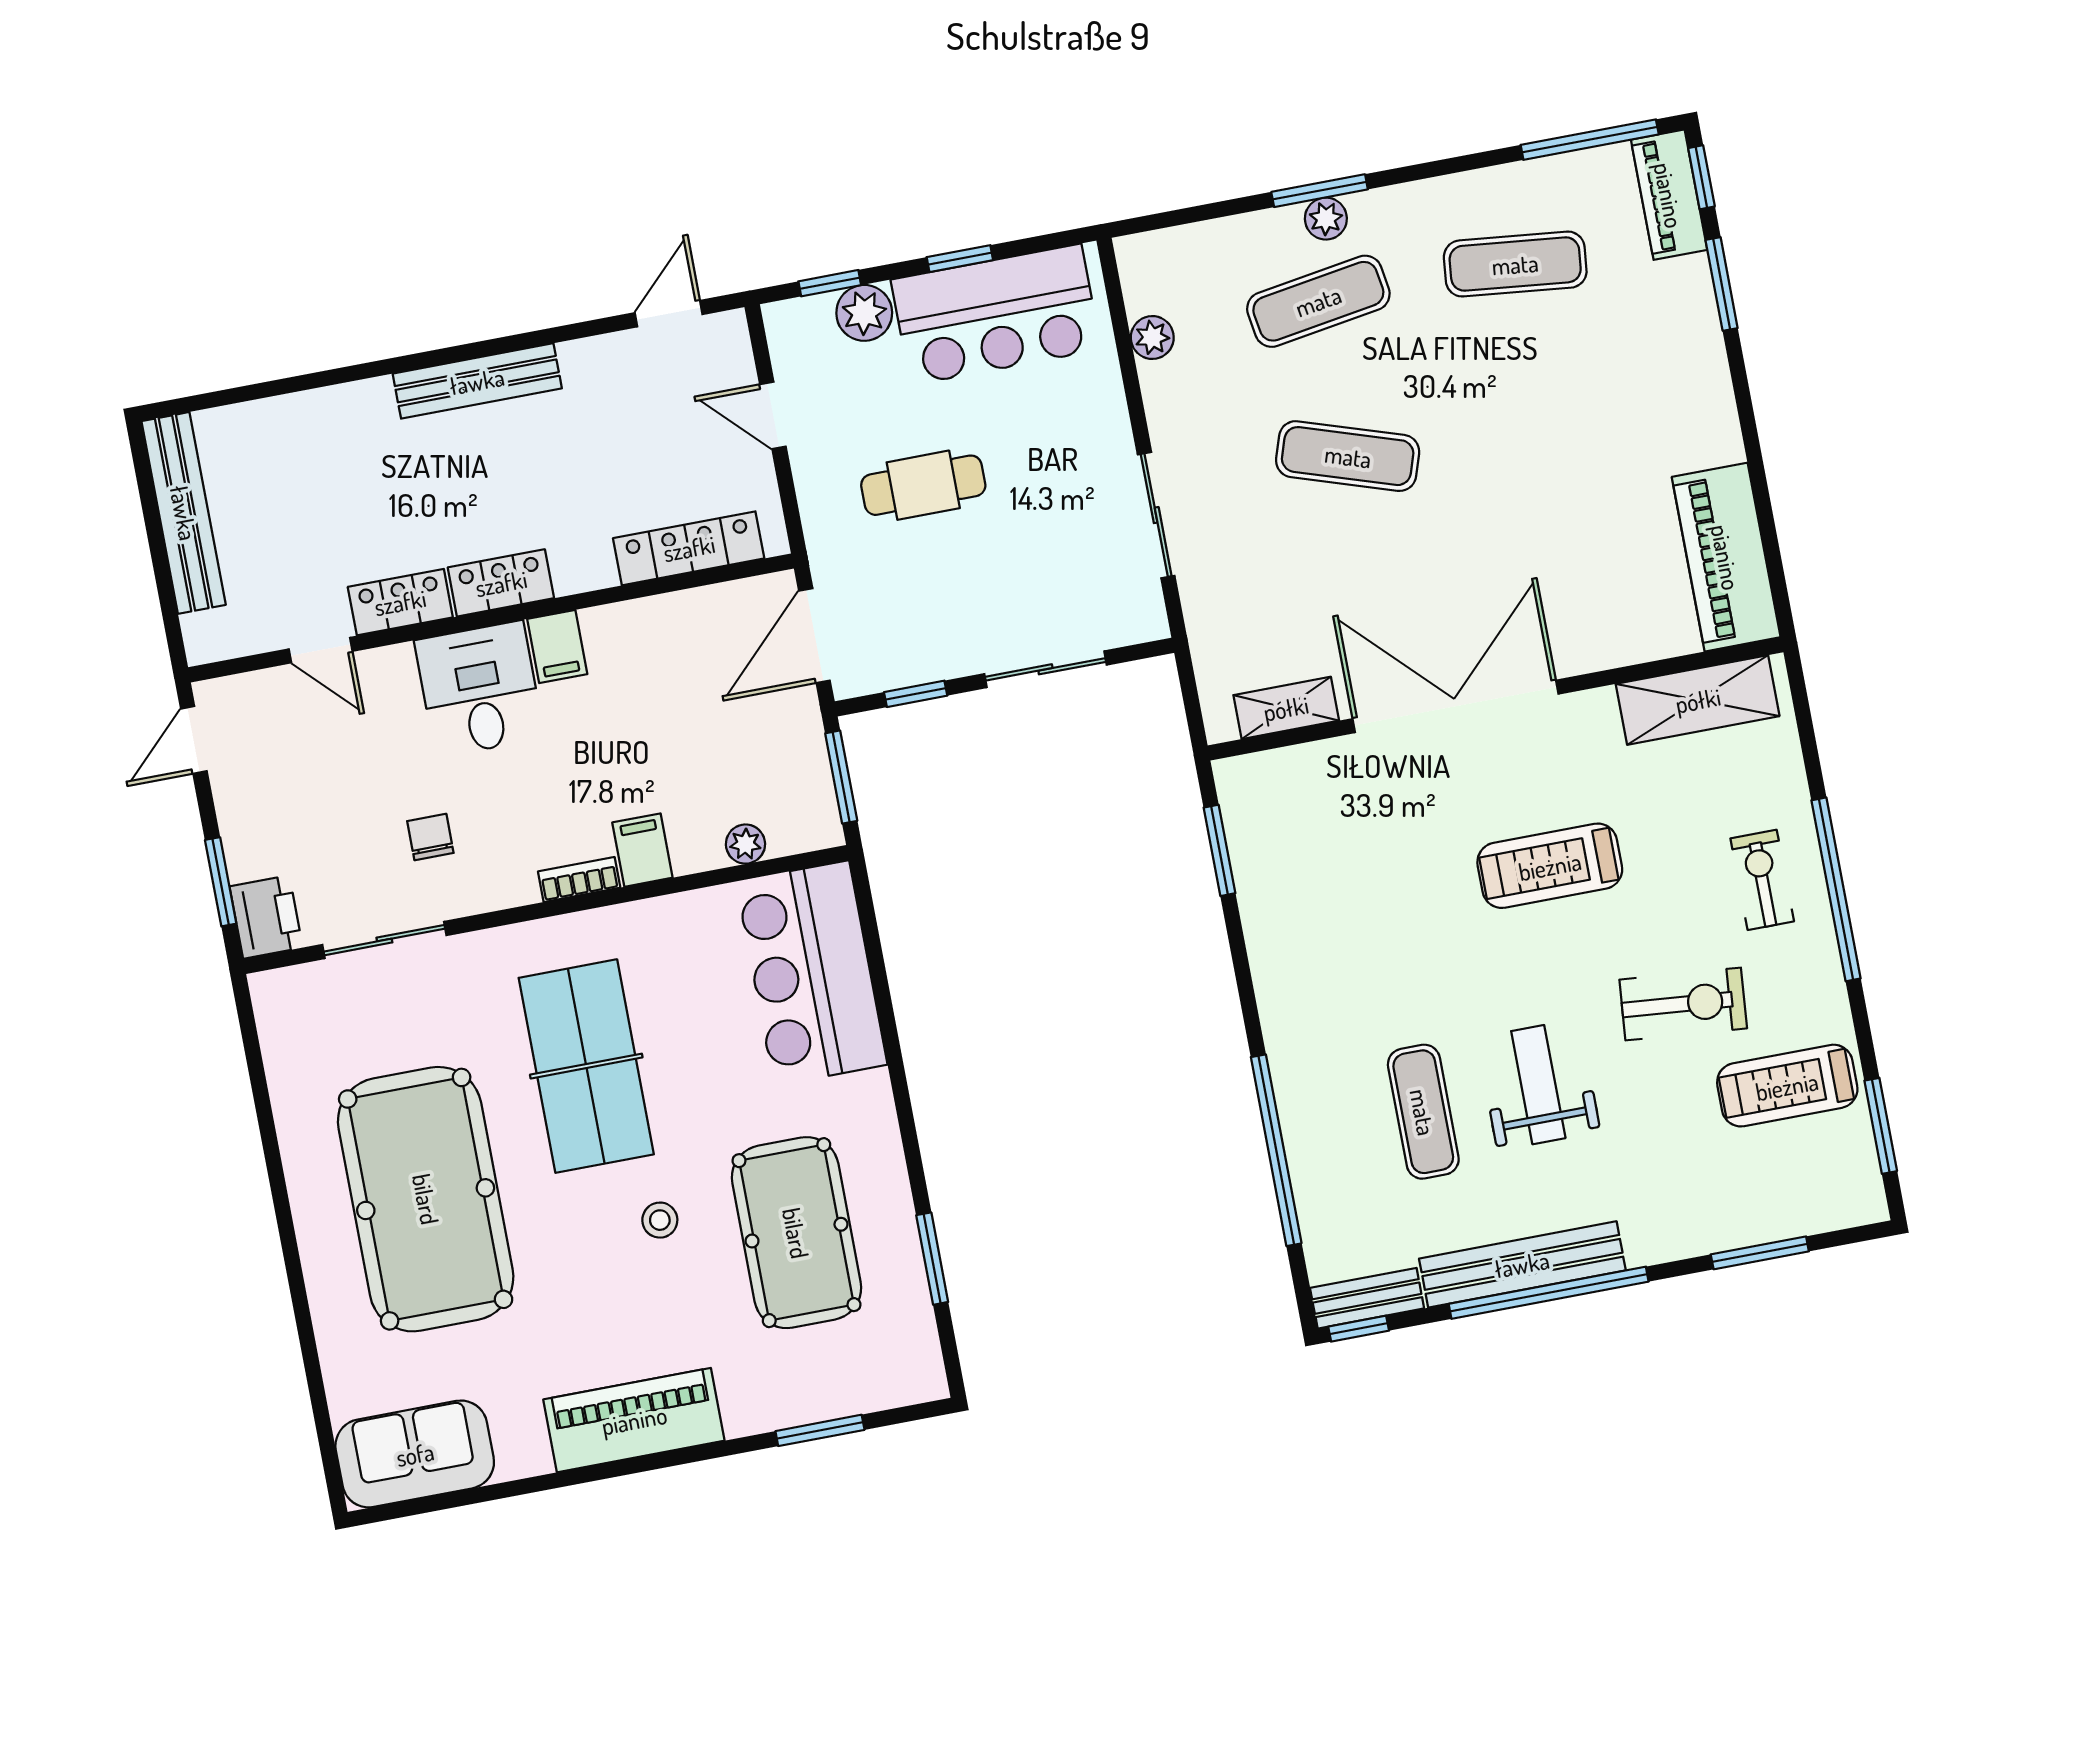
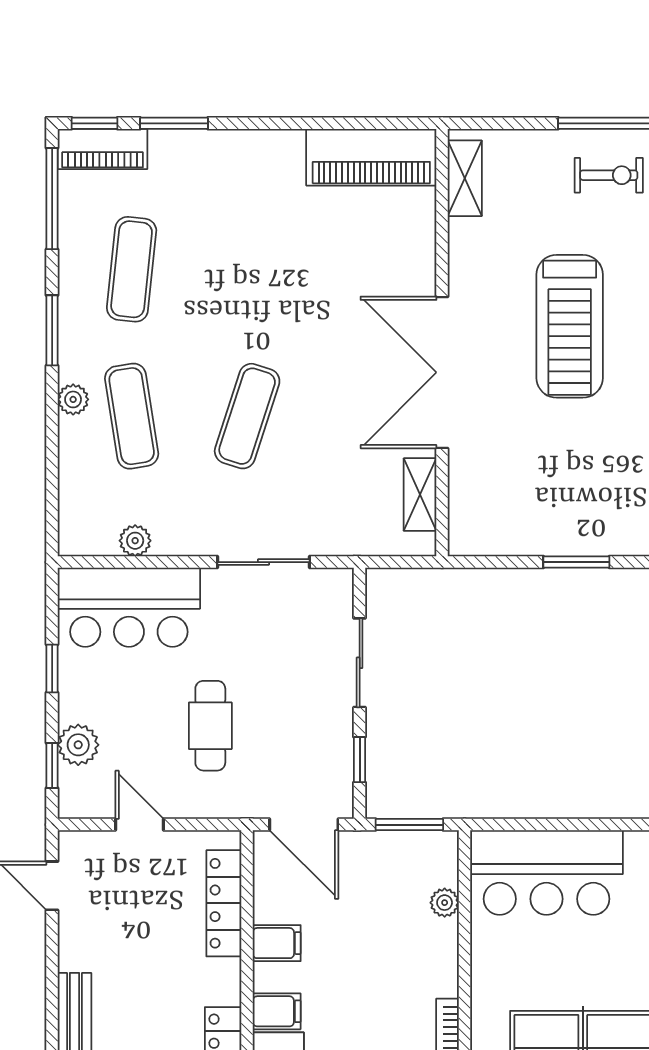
window: (1320, 191) -> (52, 330), moved
bar counter: (996, 315) -> (129, 607), moved, turned 90
door: (773, 415) -> (140, 825), swing flipped
shelving: (1698, 700) -> (465, 178), width x0.67, depth x0.75
filing cabinet: (642, 850) -> (277, 943), moved, turned 180
window: (1219, 850) -> (576, 562), moved
treadmill: (1550, 866) -> (570, 326), width x1.37, depth x1.38
exercise bike: (1762, 880) -> (609, 175), turned 180

